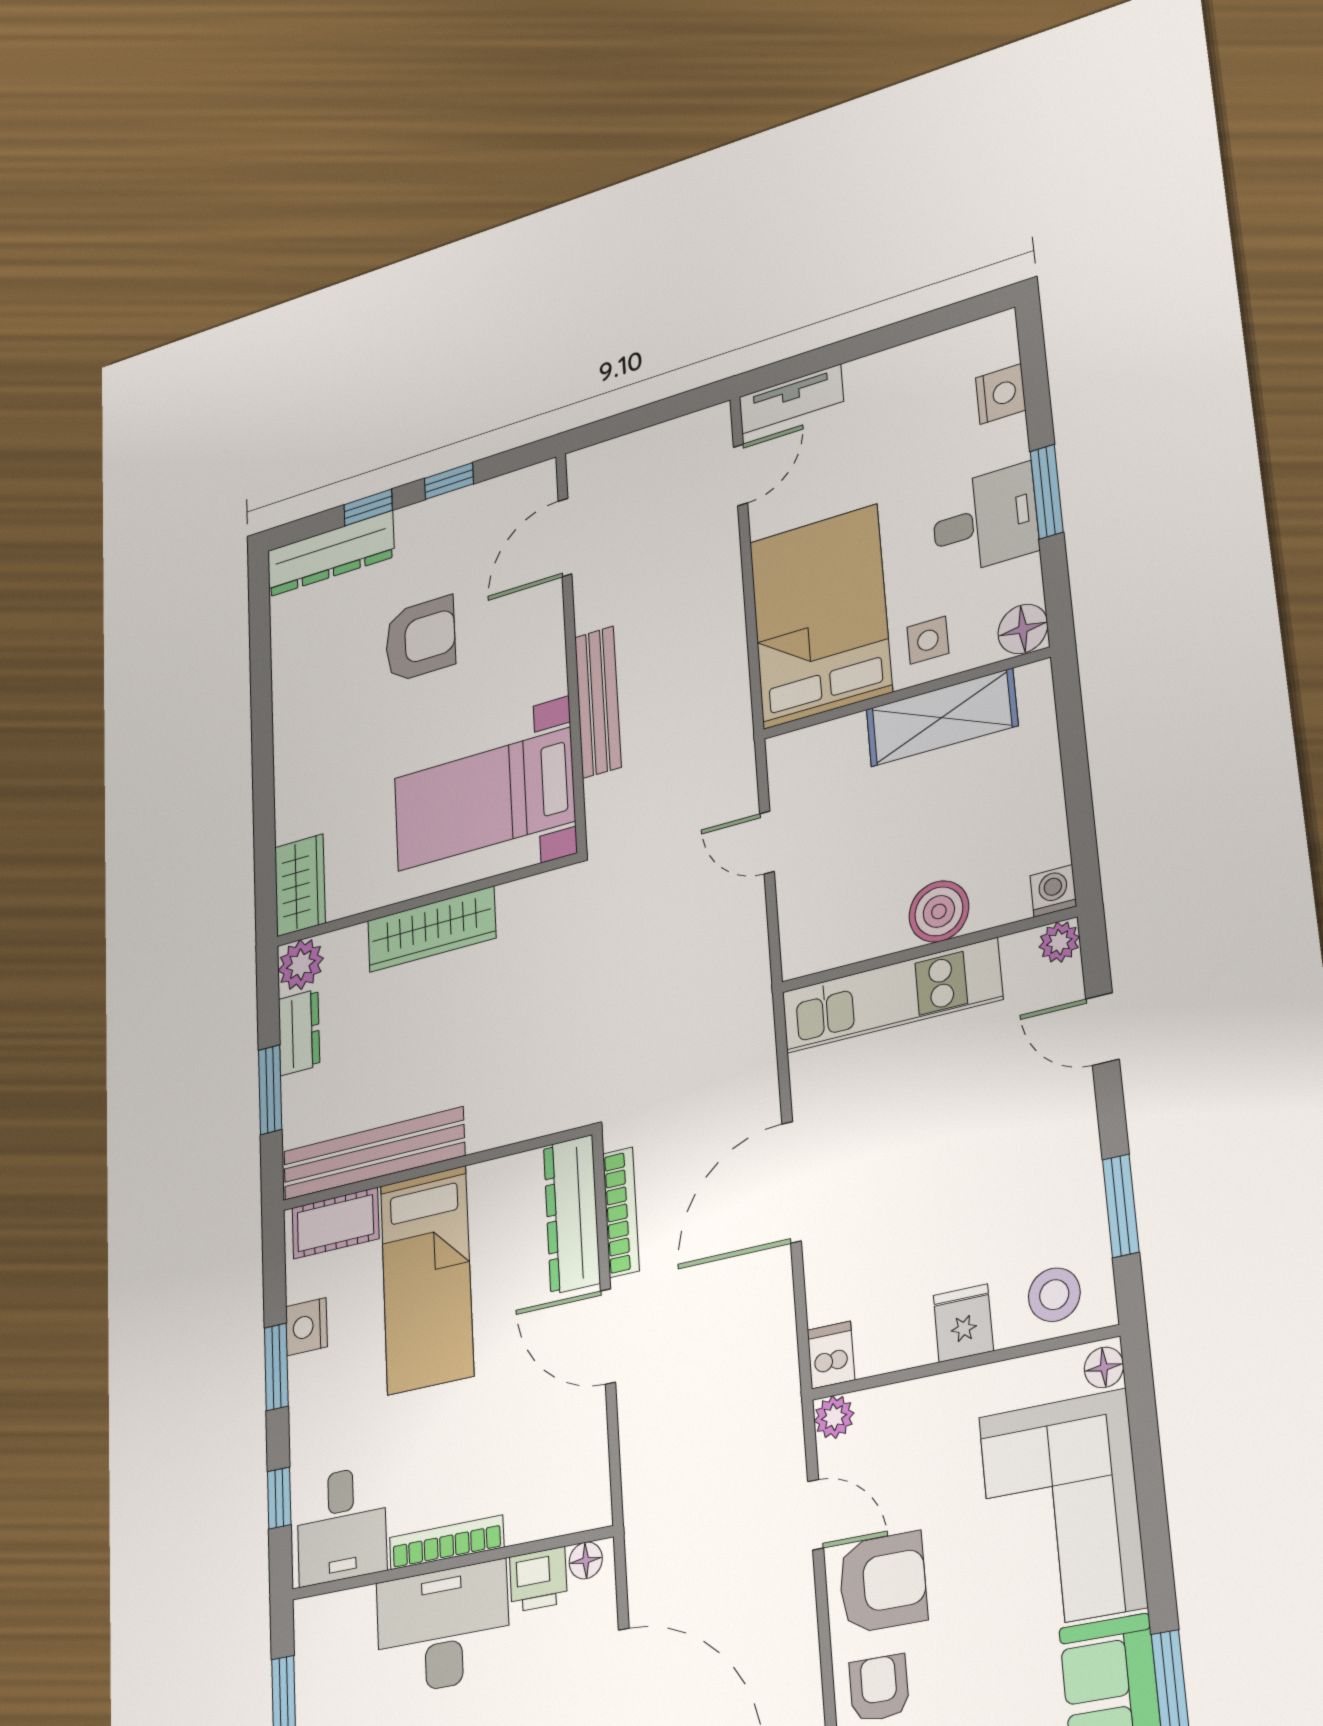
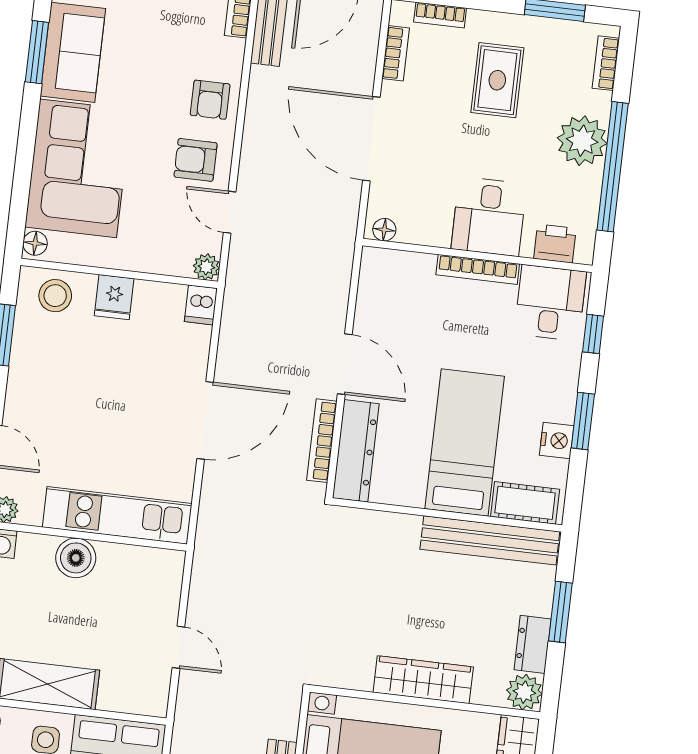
printer: (538, 1580) -> (555, 244), moved
armchair: (883, 1582) -> (196, 160), width x0.72, depth x0.72
desk: (443, 1628) -> (489, 217), width x0.73

